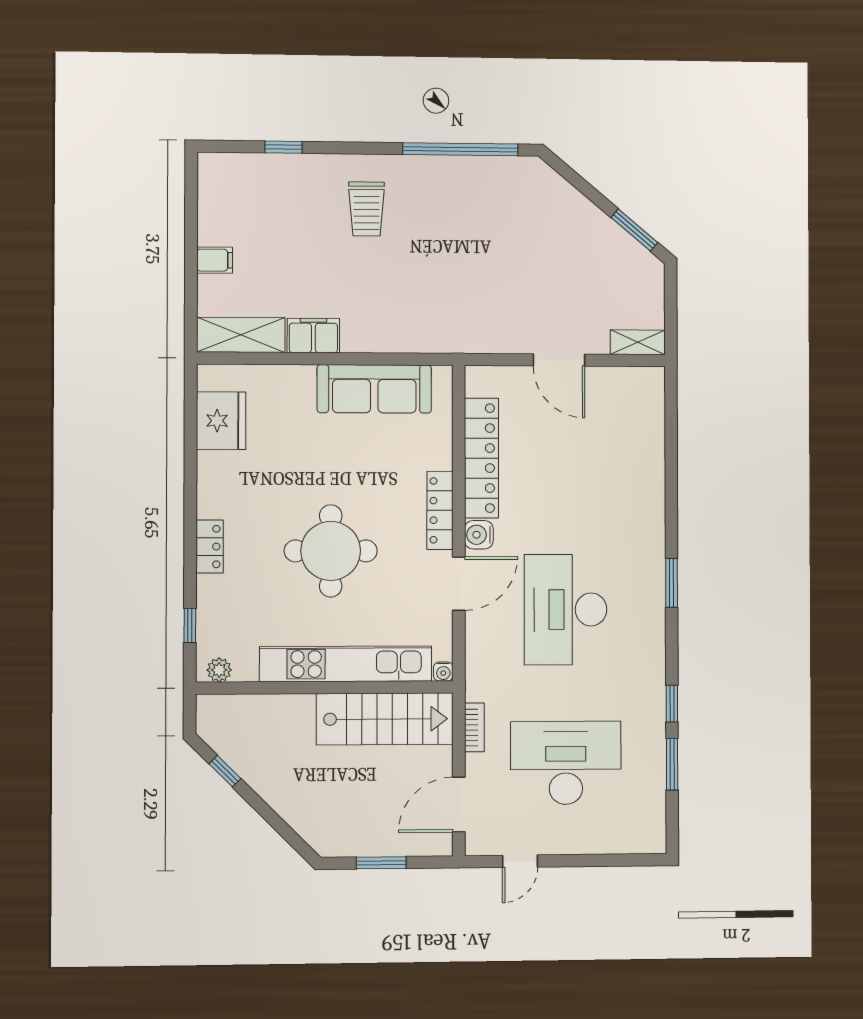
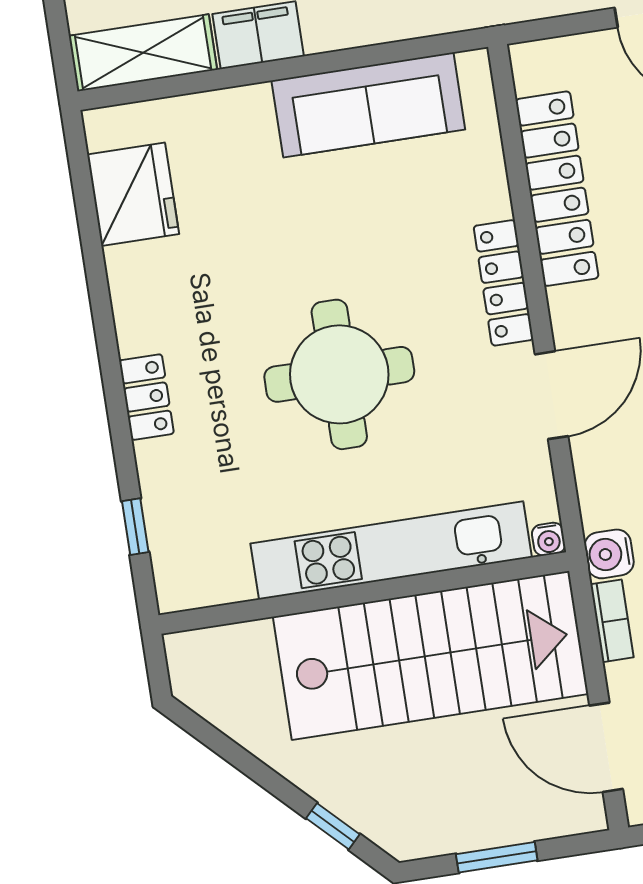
water cooler: (479, 535) -> (609, 554), moved
plant: (219, 670) -> (192, 590), removed
stairs: (385, 719) -> (431, 655), width x1.36, depth x1.51
window: (225, 771) -> (333, 826), moved
door: (459, 805) -> (606, 747), hinge flipped

